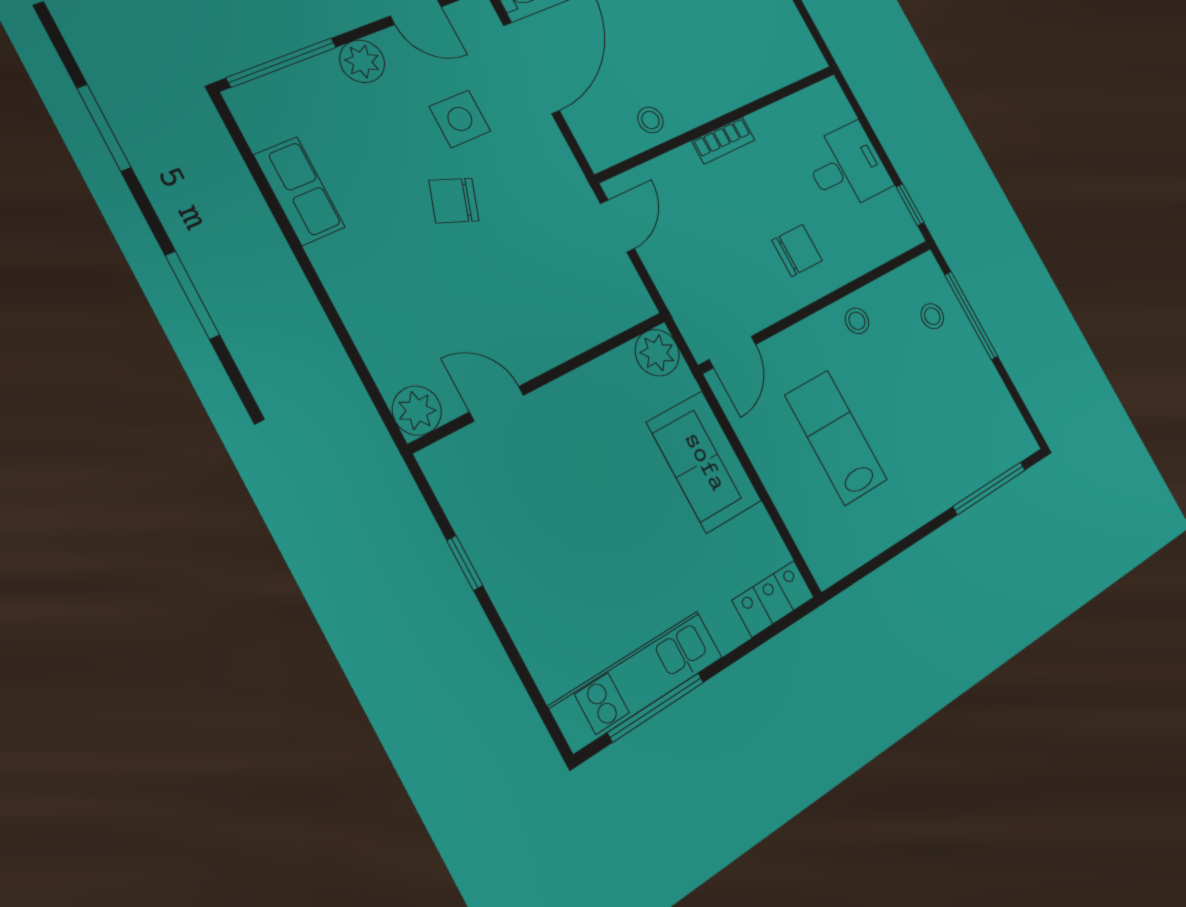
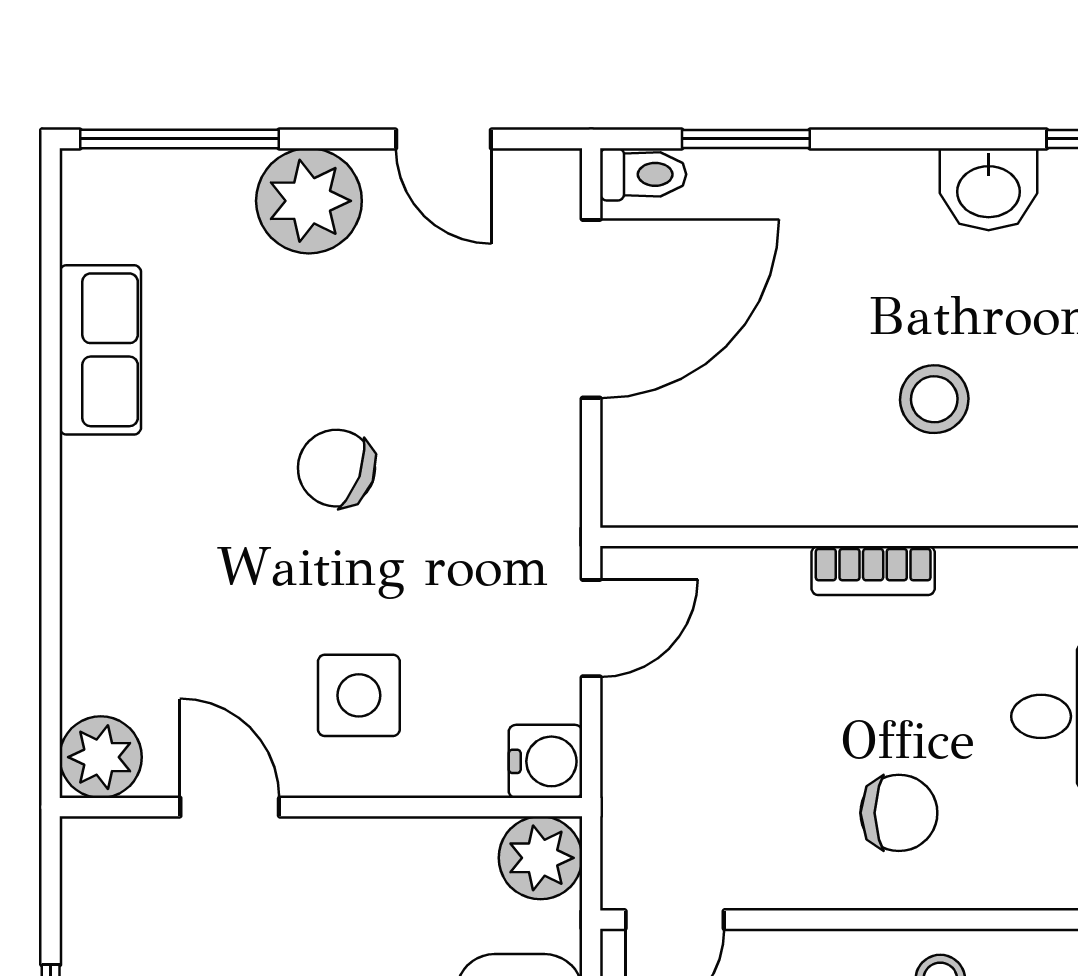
plant: (362, 61) -> (309, 201), width x1.36, depth x1.36
side table: (460, 119) -> (359, 695), moved
stool: (650, 120) -> (934, 399), moved, width x1.37, depth x1.37
water cooler: (633, 303) -> (546, 761), added

